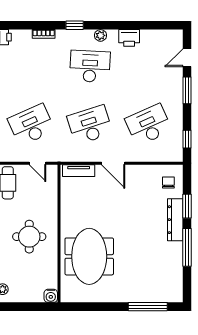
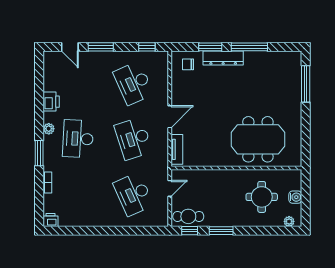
window: (75, 25) -> (39, 153), width x1.50
round table: (29, 237) -> (262, 197), moved
water cooler: (51, 296) -> (295, 197), moved

